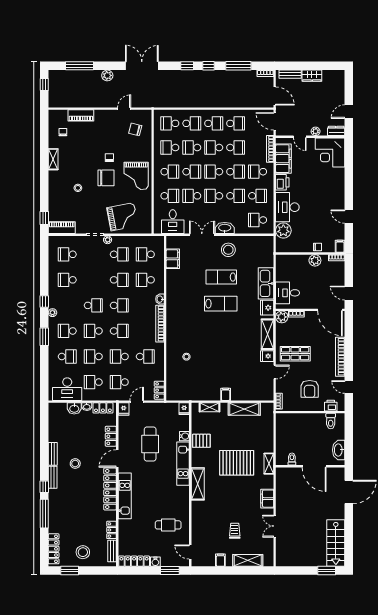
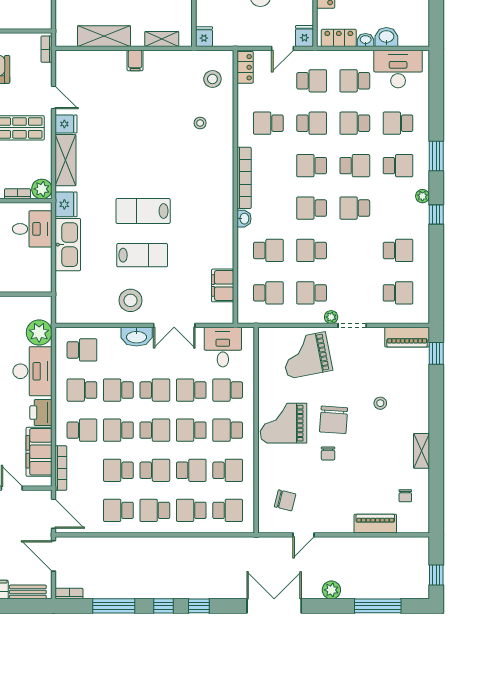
double door: (142, 66) -> (274, 606), swing flipped
grand piano: (136, 176) -> (284, 423), turned -90
chair: (106, 178) -> (334, 420), turned -86
school desk: (192, 196) -> (191, 390), turned 180
school desk: (93, 357) -> (355, 123), turned 180
door: (275, 372) -> (54, 97), swing flipped
school desk: (93, 382) -> (355, 81), turned 180
stool: (179, 383) -> (212, 79), added

